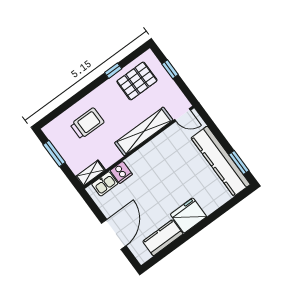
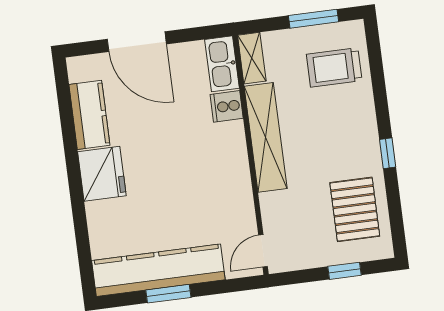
window: (113, 71) -> (388, 153), moved
trolley: (87, 123) -> (334, 67), moved, turned 90
shelving: (144, 131) -> (266, 137), moved
window: (239, 163) -> (168, 294), moved
kitchen sink: (105, 184) -> (222, 64), width x1.38

